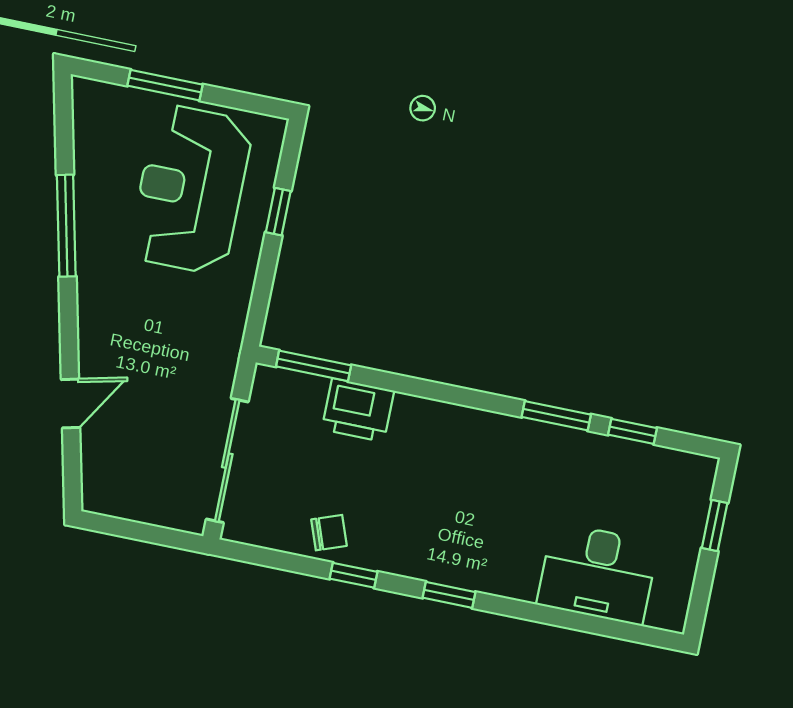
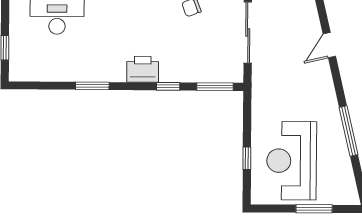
reception desk: (191, 189) -> (292, 161), turned 180
printer: (358, 410) -> (143, 69), moved
window: (633, 431) -> (168, 86), moved

